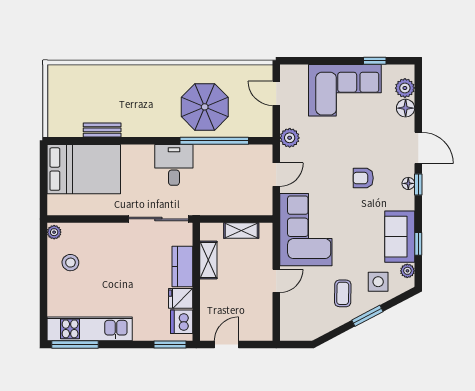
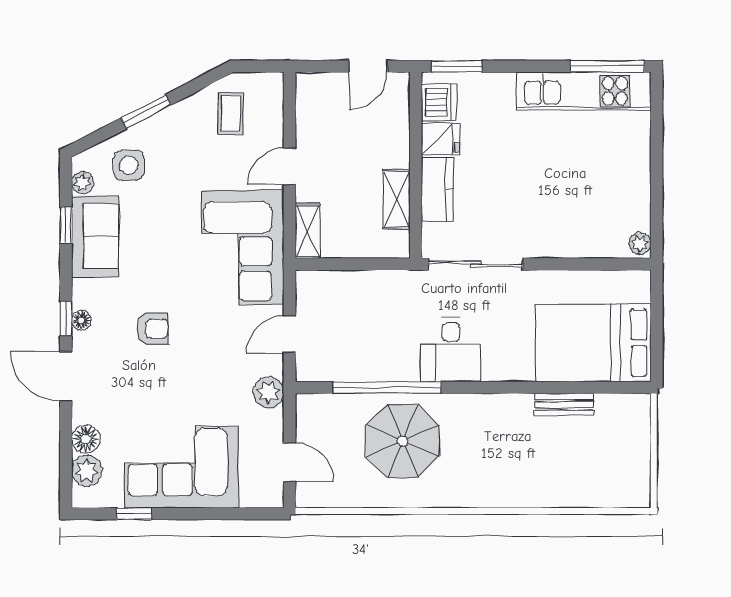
shelving: (241, 230) -> (308, 231), moved, turned 90
stool: (70, 263) -> (614, 195), removed
coffee table: (343, 293) -> (231, 113), moved

